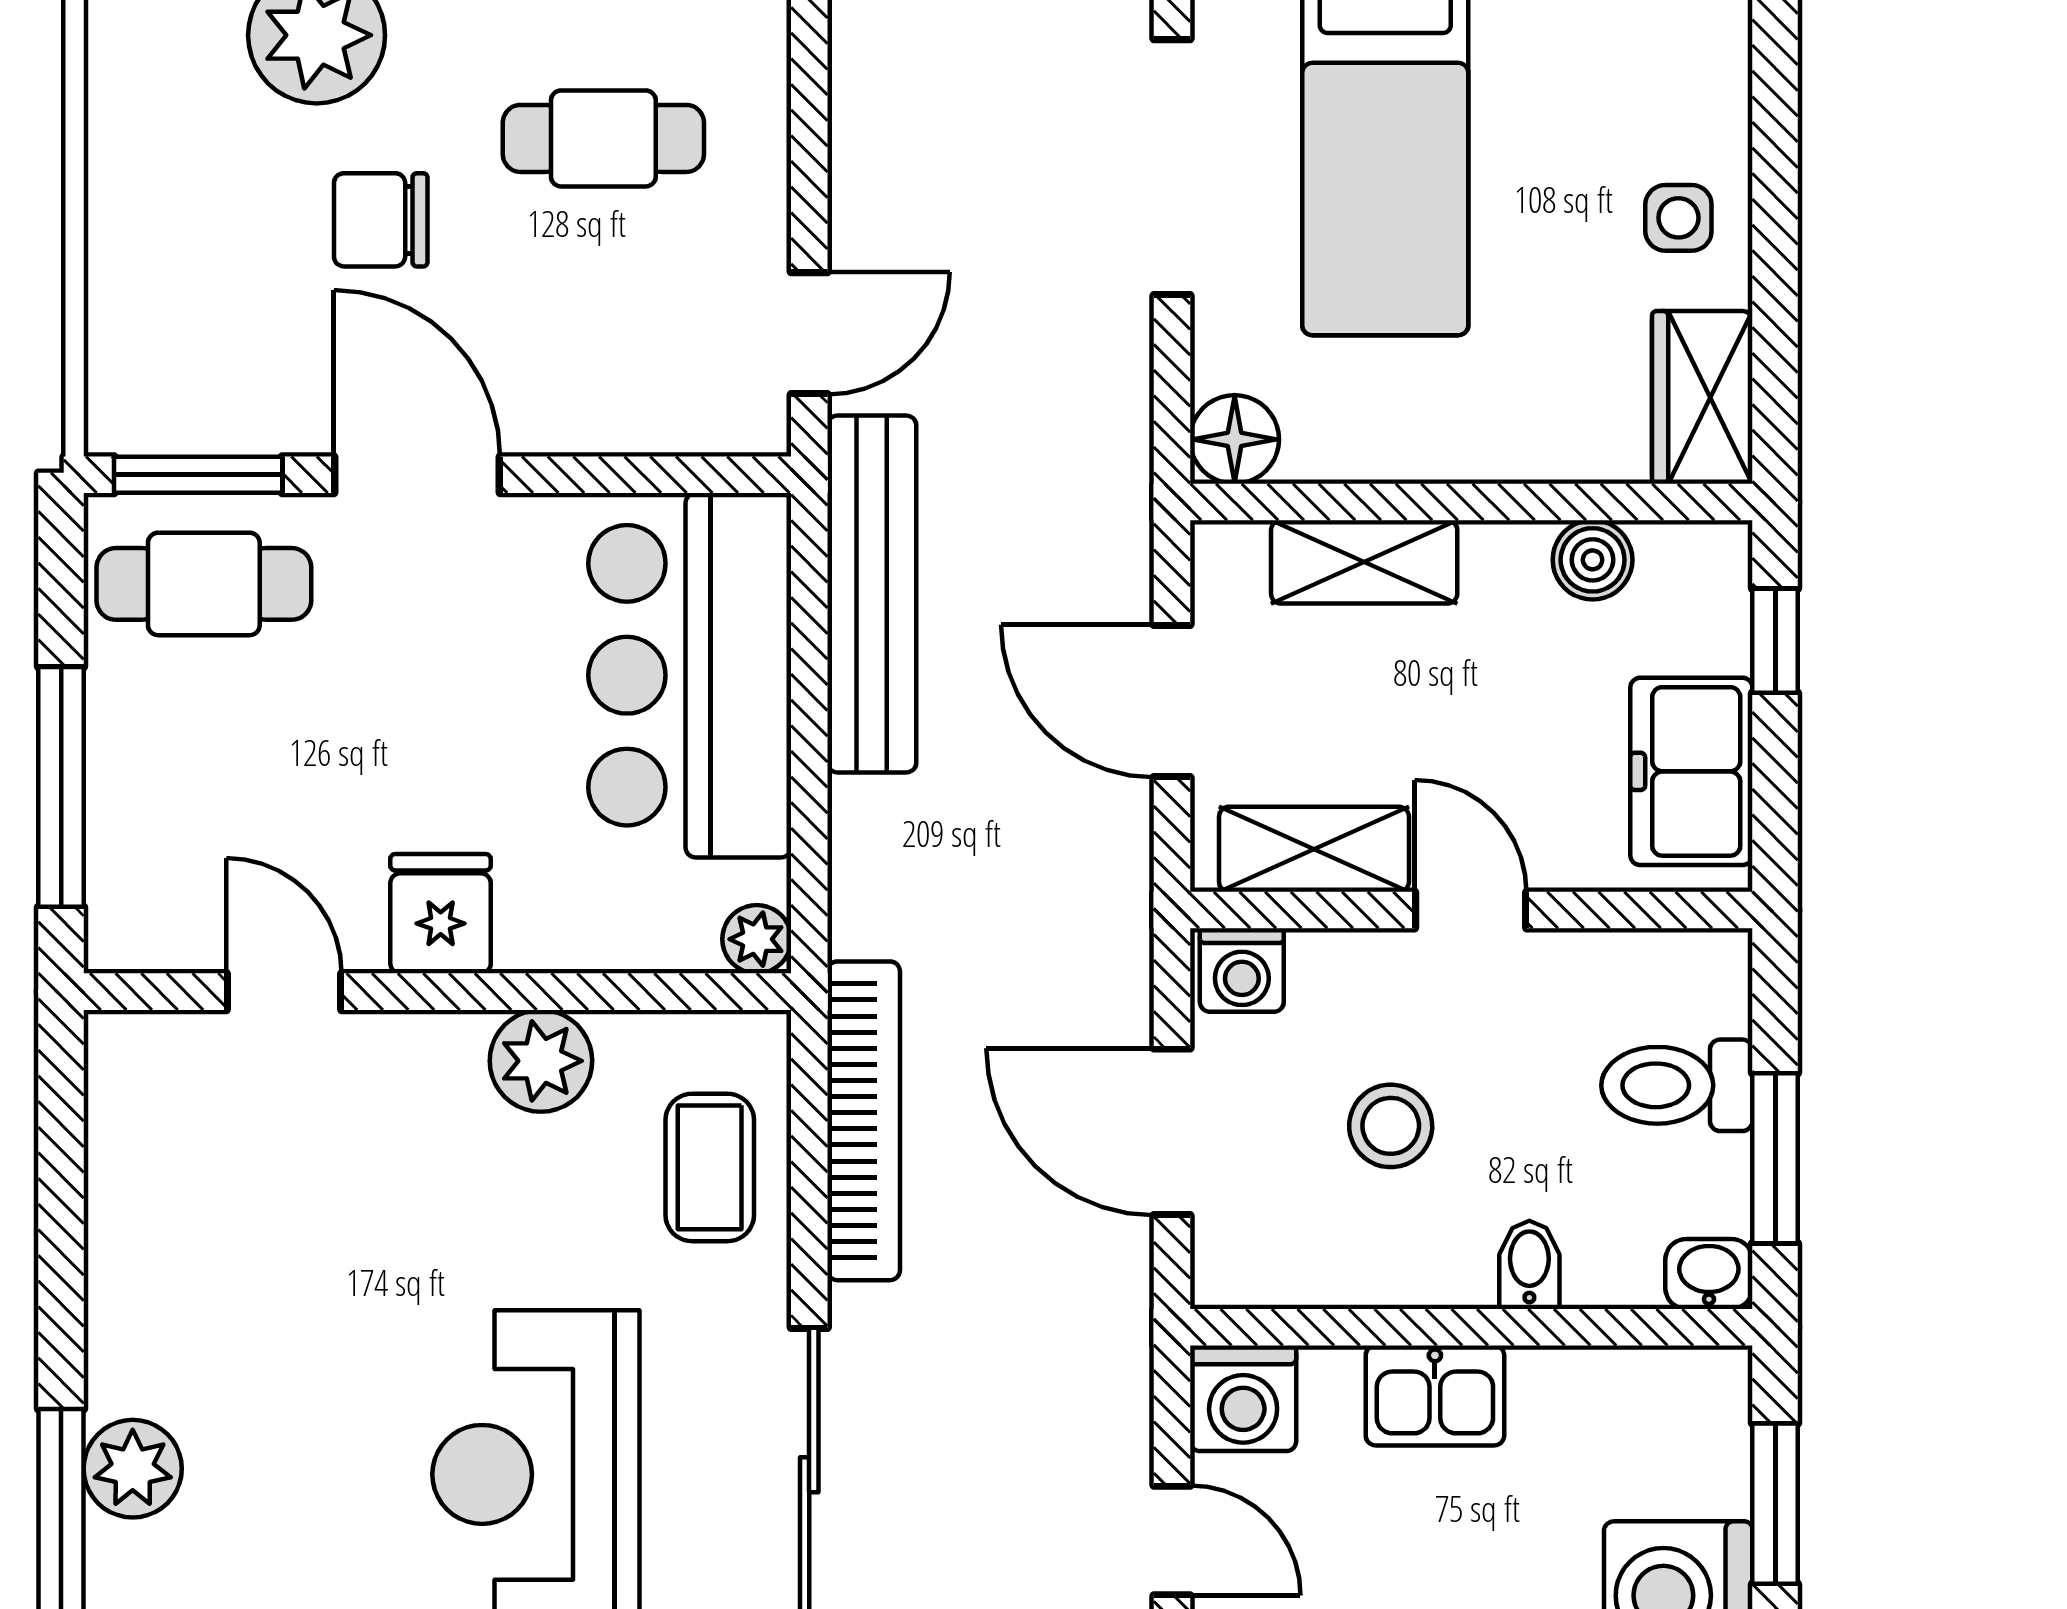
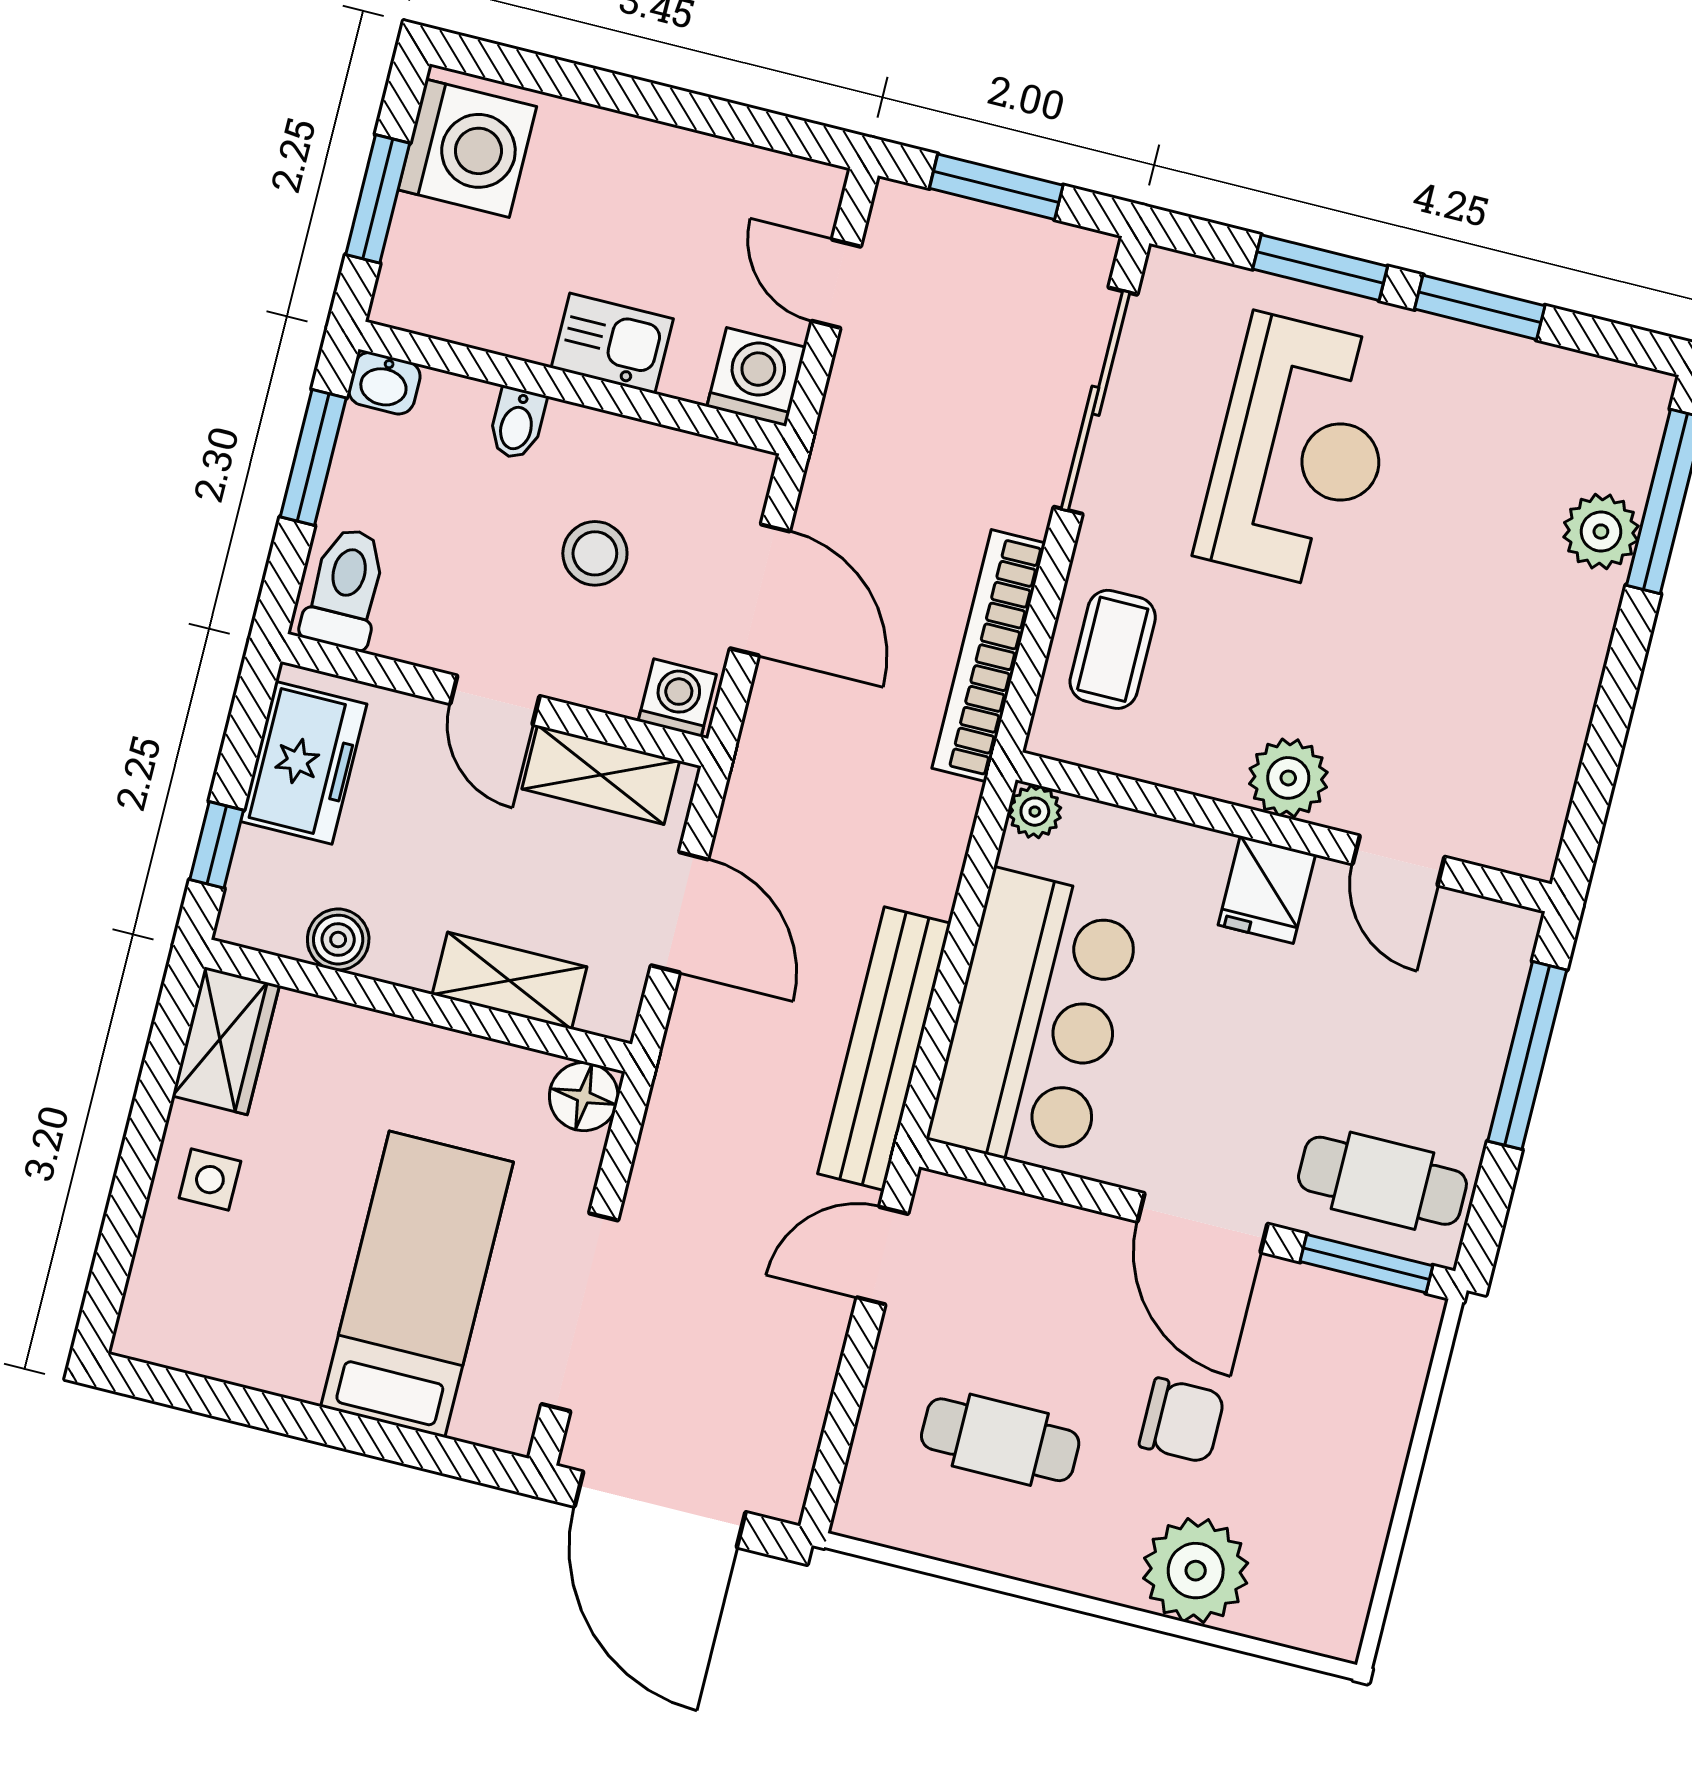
plant: (541, 1061) -> (1288, 778), moved
toilet: (1677, 1085) -> (345, 588), moved, turned -90

